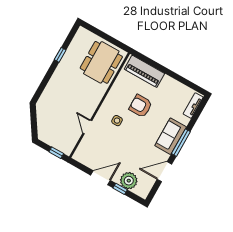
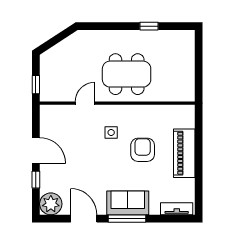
dining table: (101, 62) -> (127, 74), moved
piano: (144, 71) -> (184, 153), moved
plant: (129, 181) -> (51, 204), moved

